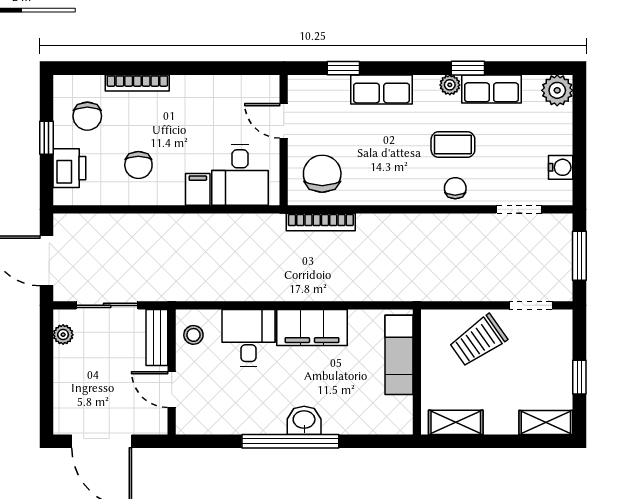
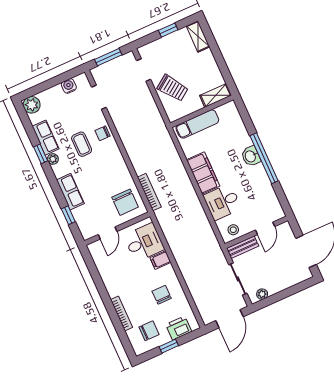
chair: (138, 165) -> (162, 295), turned -90
chair: (322, 174) -> (125, 202), turned -90
shelving: (456, 422) -> (216, 95), moved, turned 90

